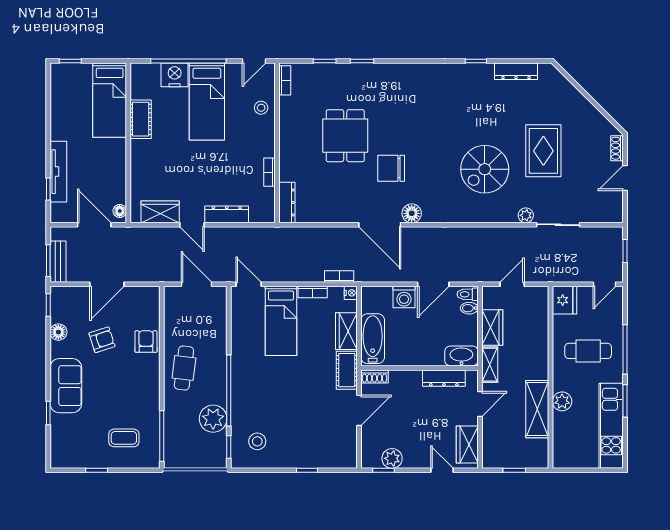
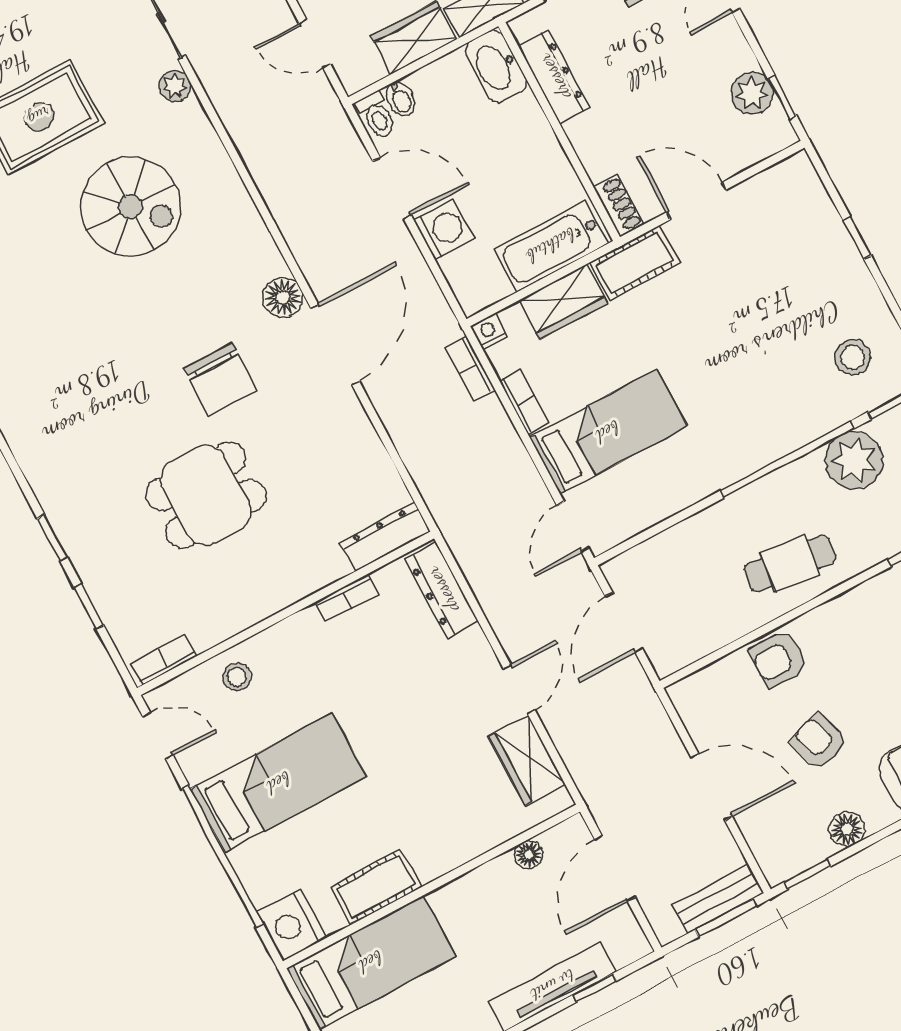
nightstand: (175, 75) -> (292, 925), moved
floor lamp: (120, 211) -> (529, 855), moved
dresser: (227, 214) -> (442, 590), moved

